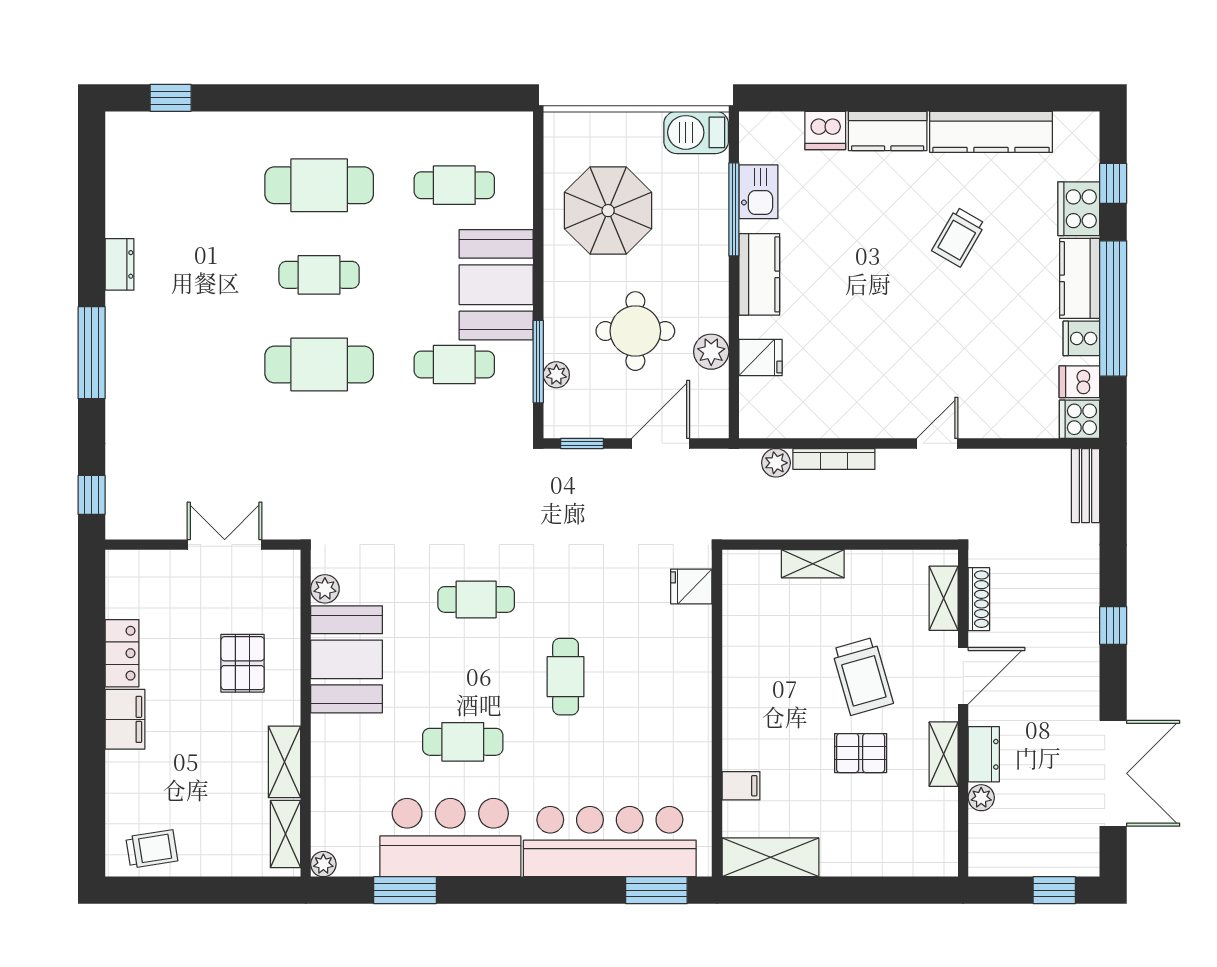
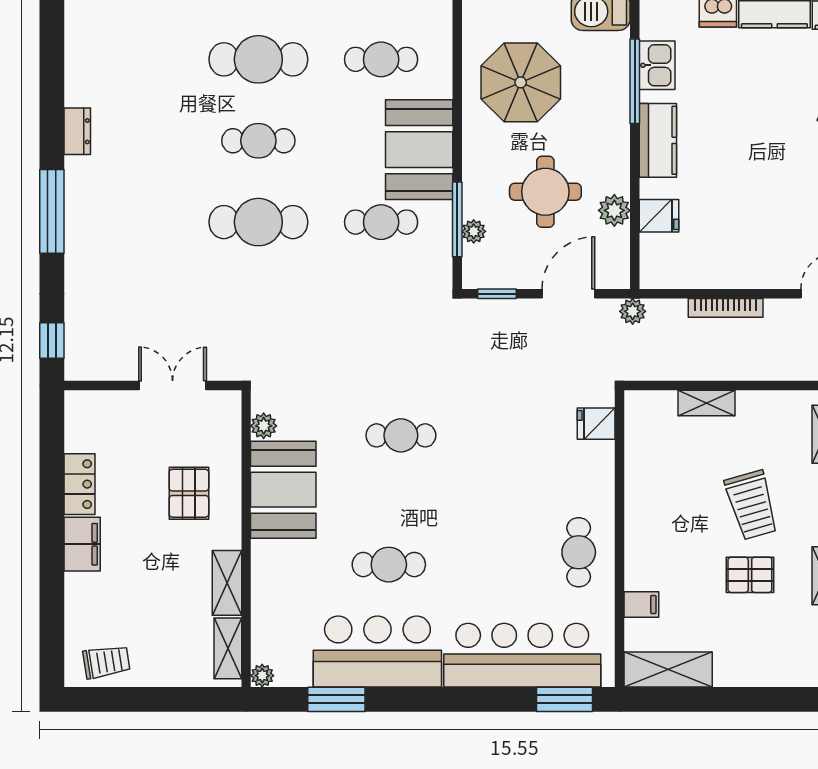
plant: (776, 463) -> (633, 311), moved
cafe table: (566, 677) -> (579, 552), moved

